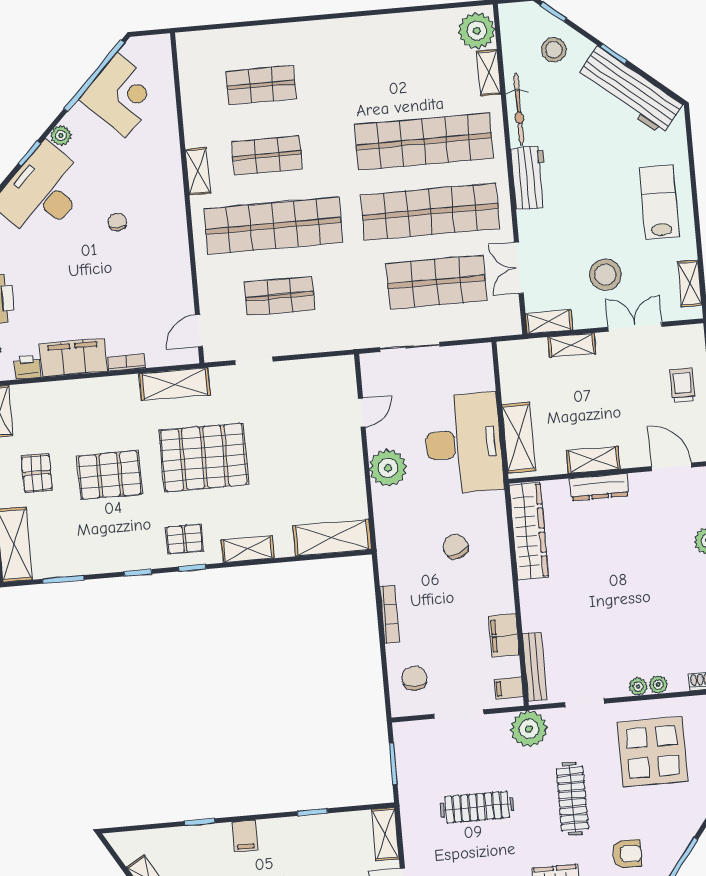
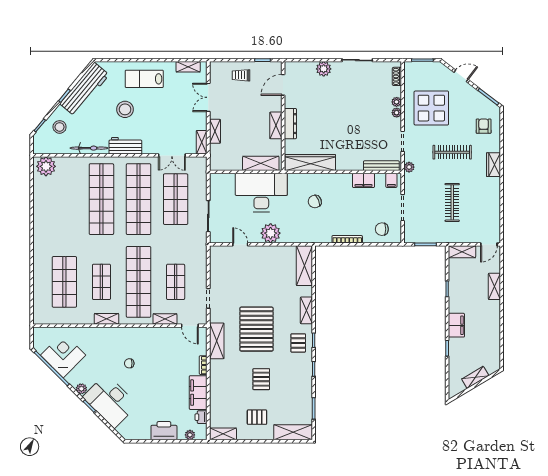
shelving: (489, 73) -> (165, 319), moved
shop shelf: (261, 85) -> (64, 282), width x1.43, depth x1.36
stool: (605, 275) -> (125, 109), moved
pallet: (110, 475) -> (261, 379), width x0.67, depth x0.71
plant: (529, 729) -> (409, 167), width x0.53, depth x0.53
filing cabinet: (245, 836) -> (456, 325), width x2.00

